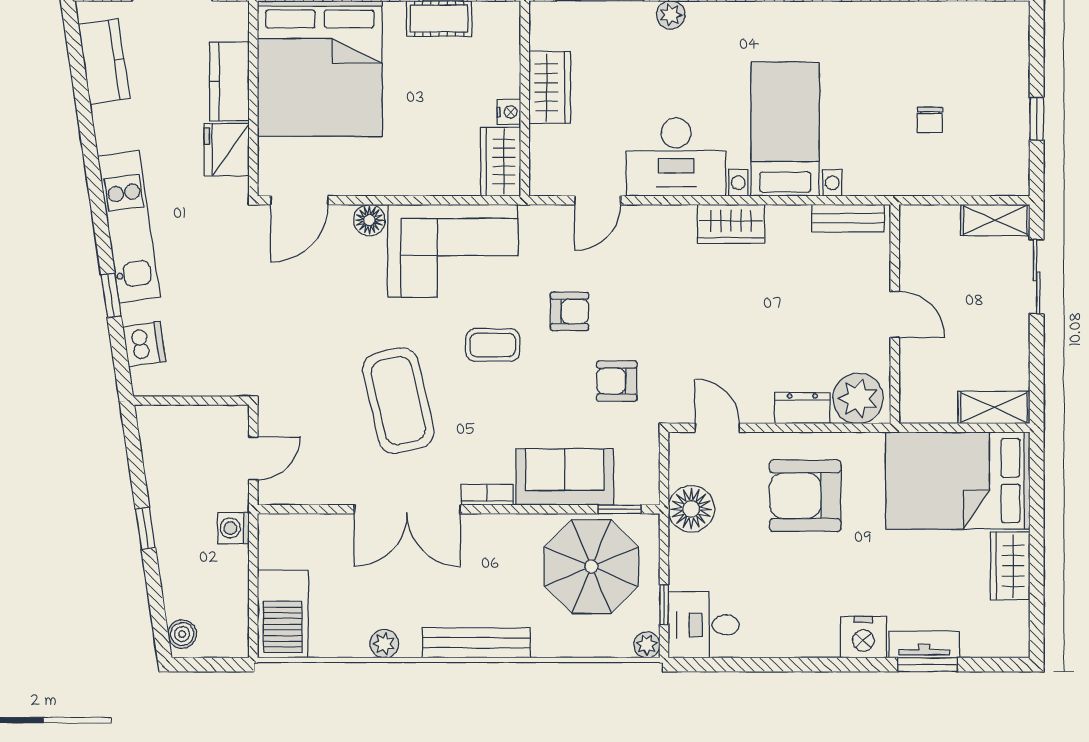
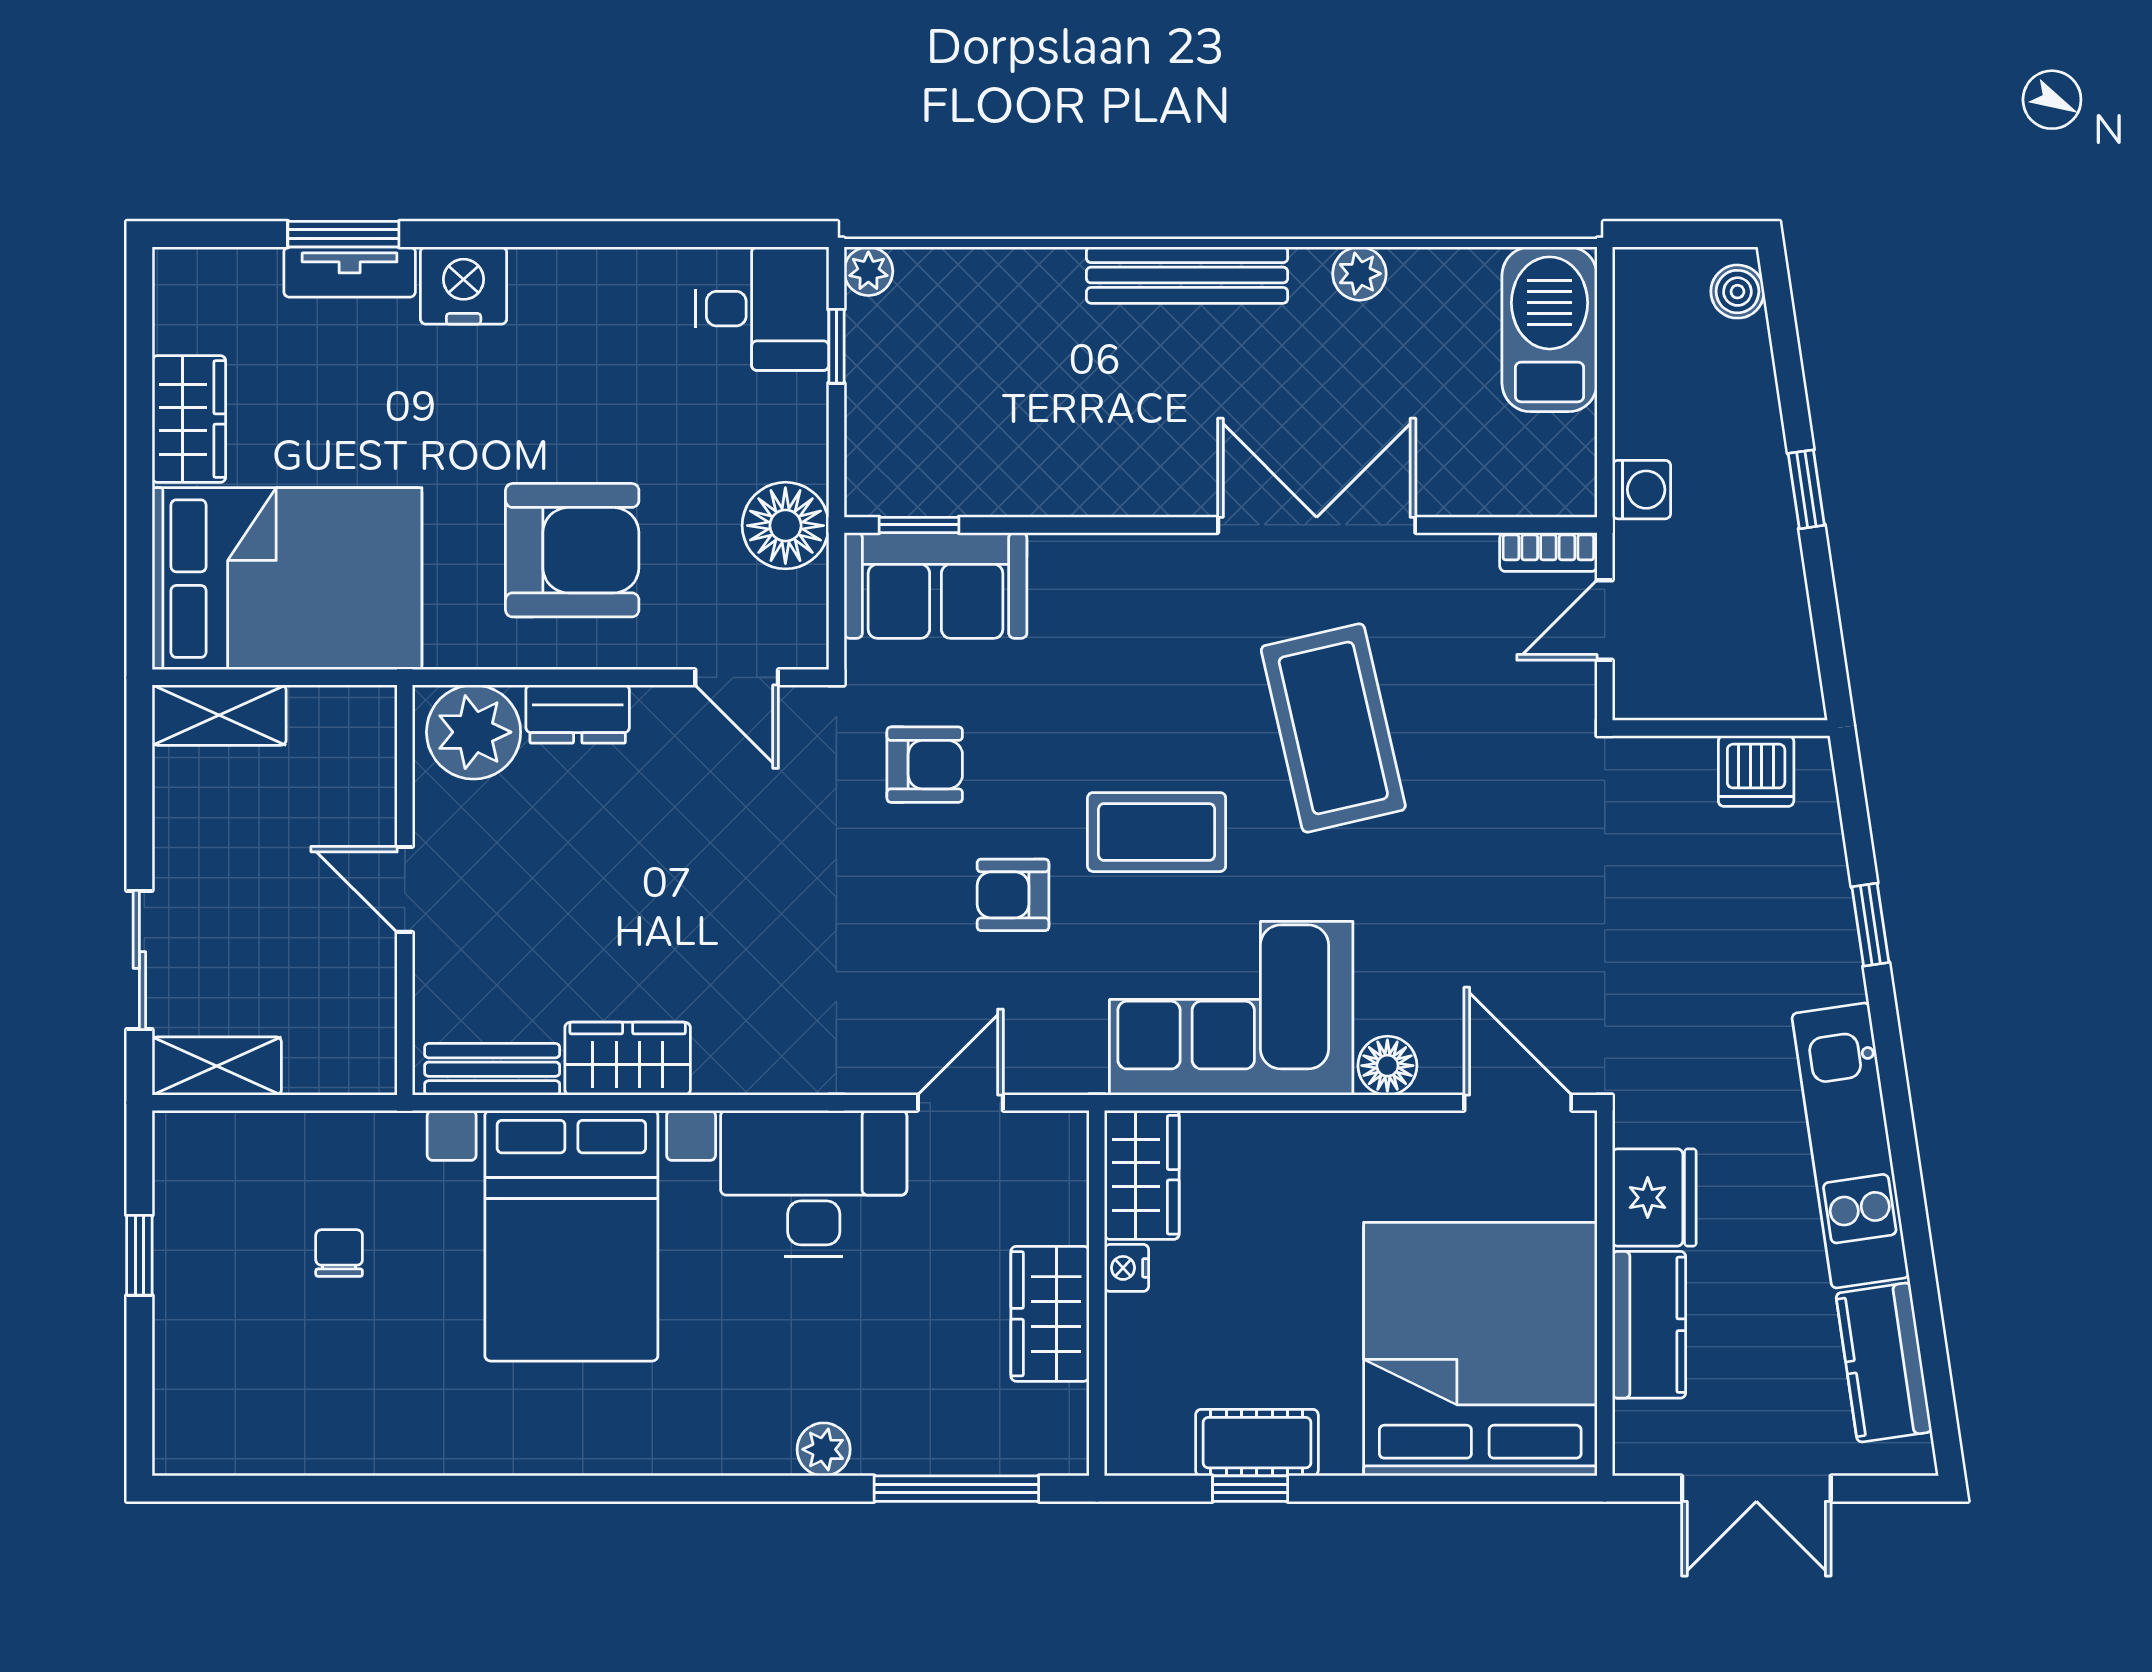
bed with nightstands: (785, 129) -> (571, 1236), width x1.36
door: (300, 200) -> (1518, 1103), hinge flipped
wardrobe: (731, 224) -> (628, 1059), moved
kitchen unit: (129, 227) -> (1850, 1145), moved
dishwasher: (144, 344) -> (1756, 771), moved, turned -82
coffee table: (493, 345) -> (1157, 832), width x1.36, depth x1.30
sofa: (565, 477) -> (936, 585), moved
bookcase: (487, 495) -> (1548, 552), moved
parasol: (591, 566) -> (972, 418), removed

